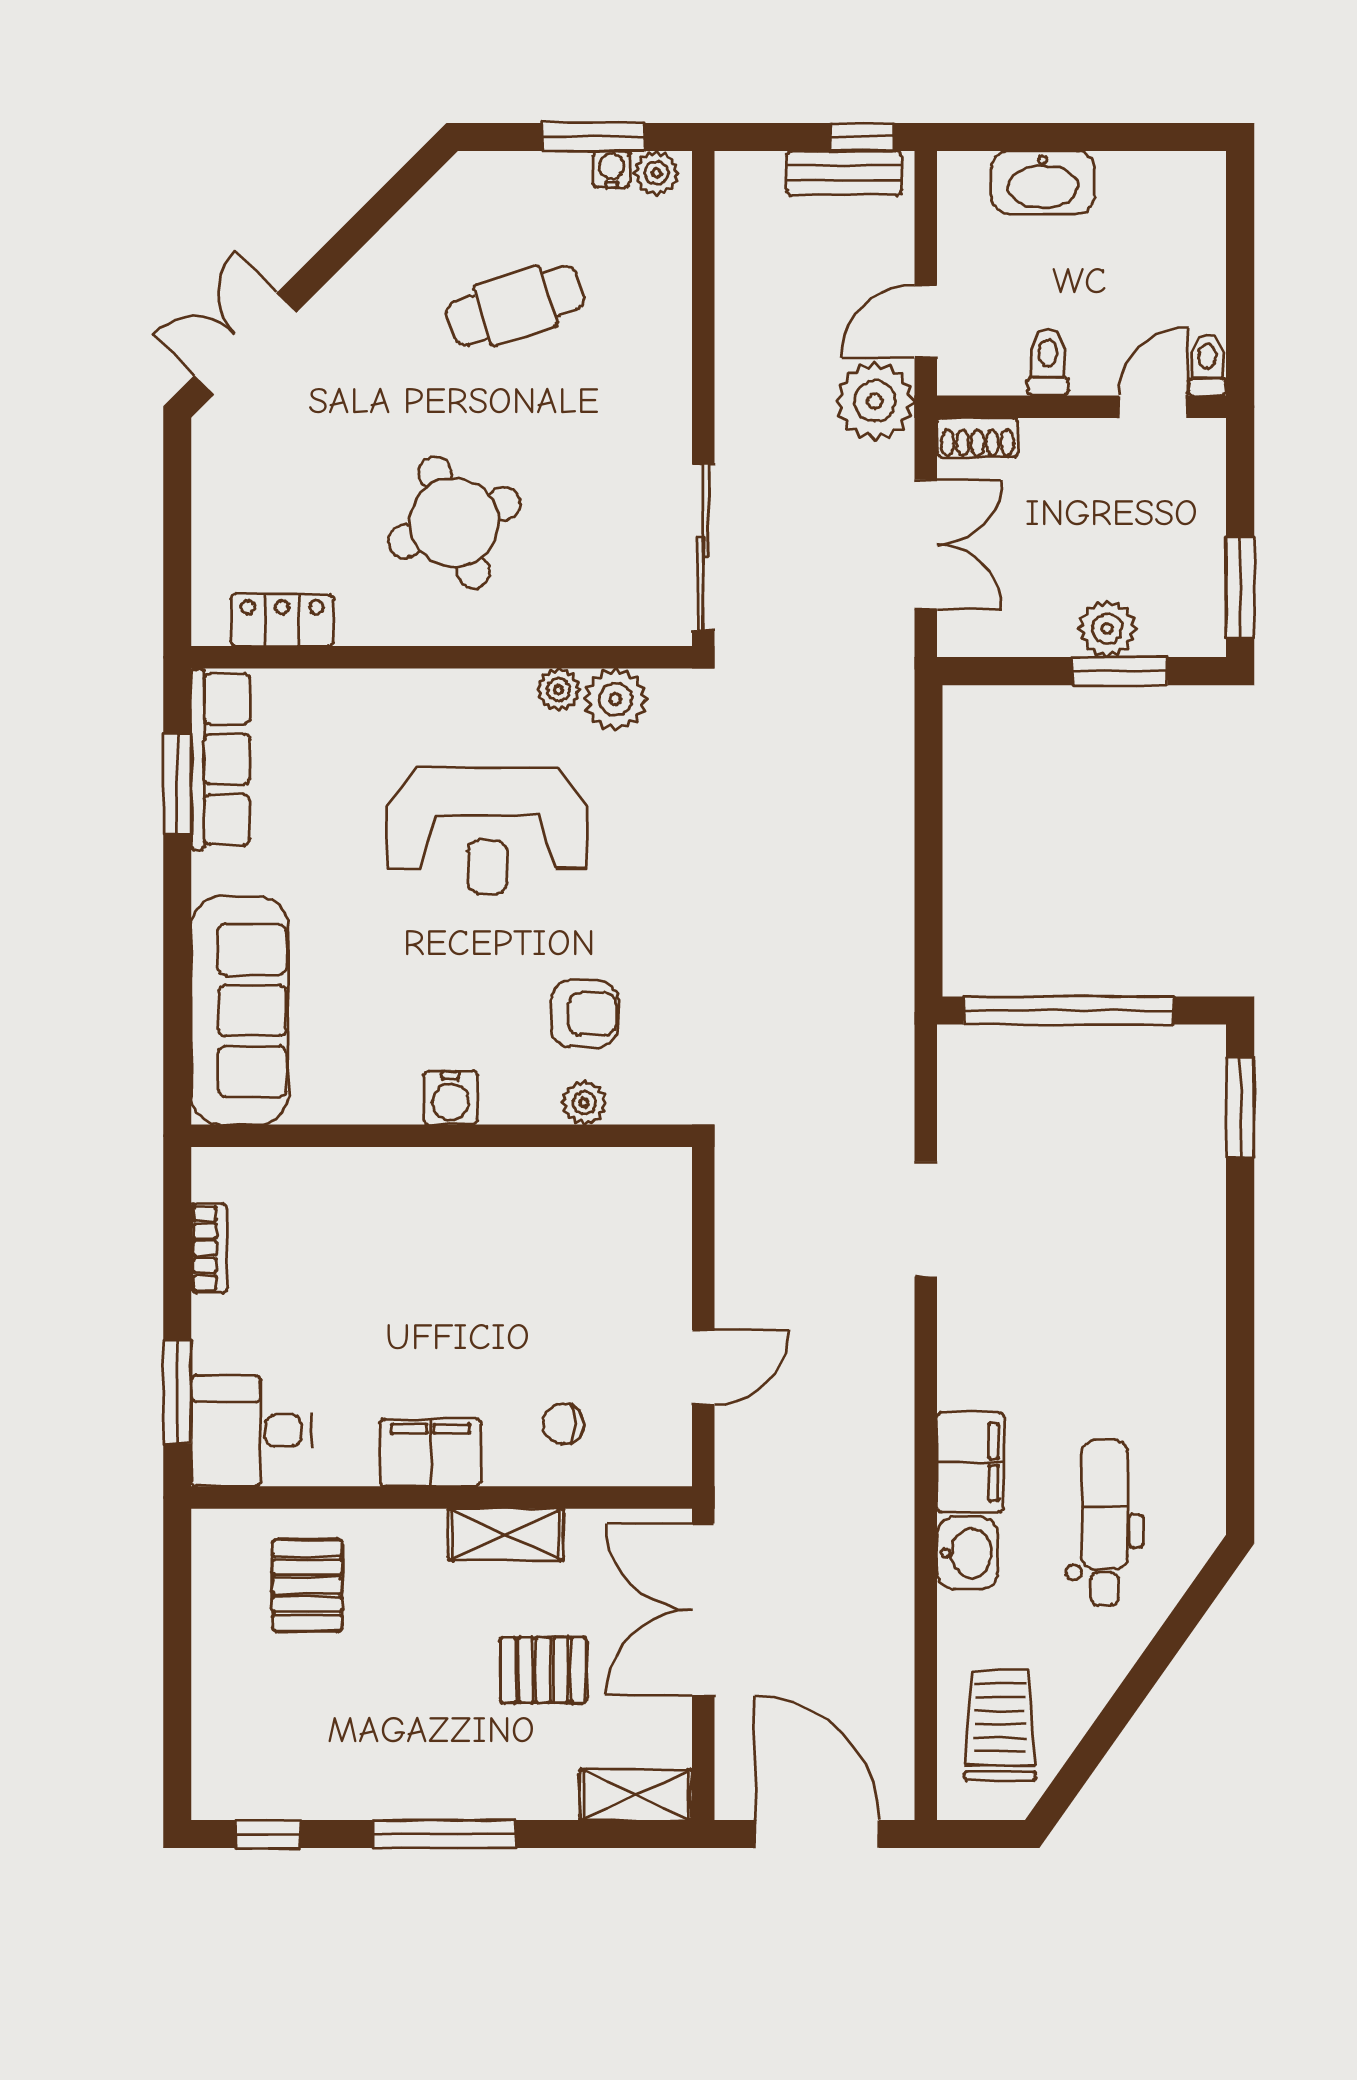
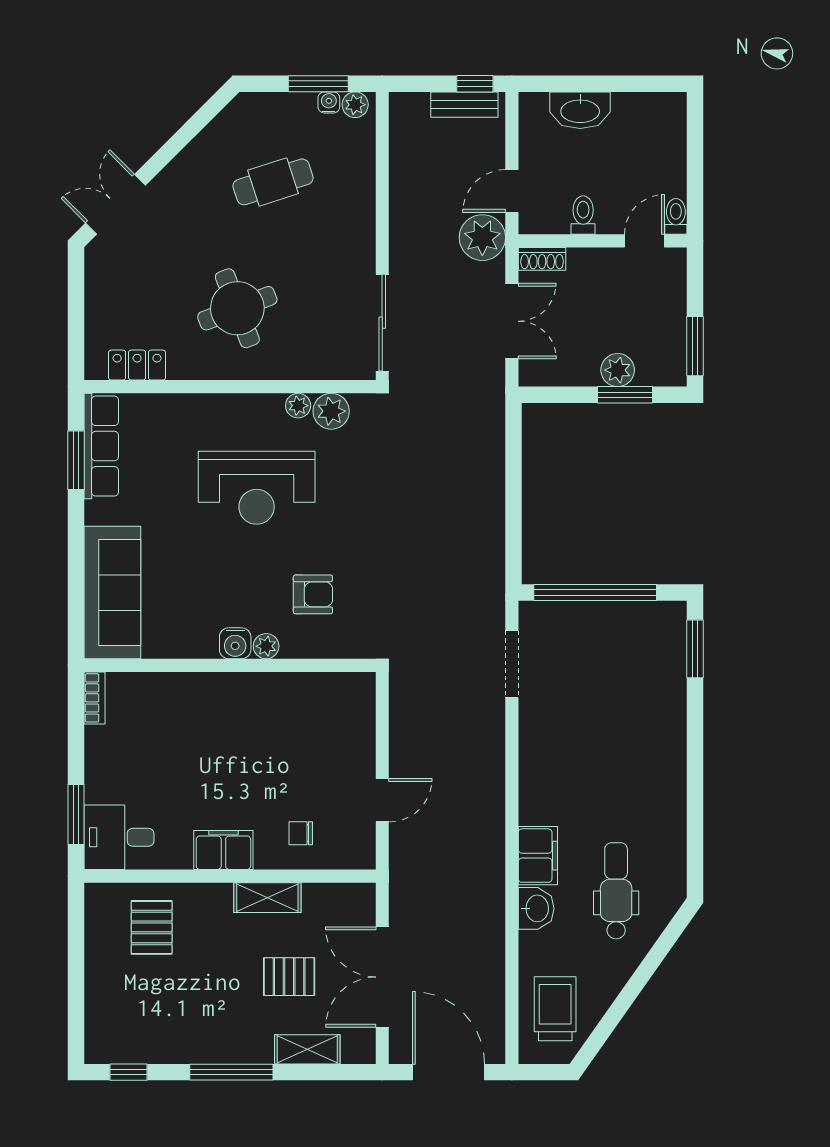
plant: (584, 1103) -> (266, 646), moved
doorway: (926, 1219) -> (512, 664), moved
bookcase: (209, 1248) -> (95, 698), moved
double door: (703, 1609) -> (382, 977), moved
shelving: (636, 1795) -> (307, 1049), moved

